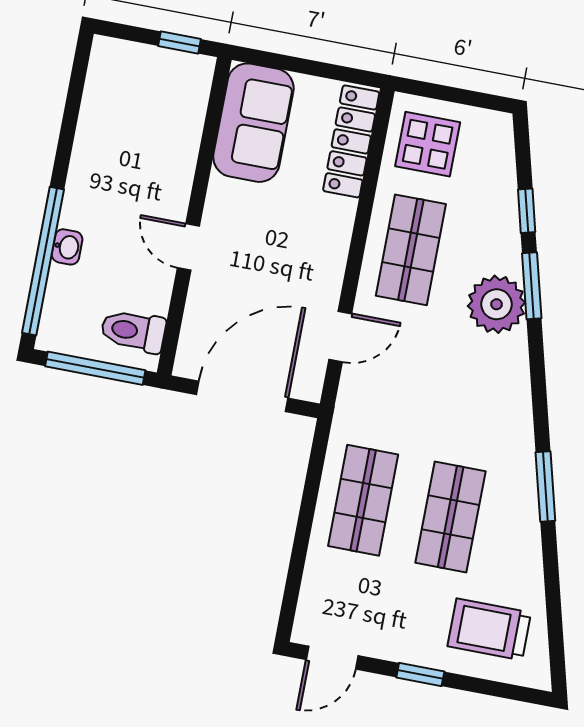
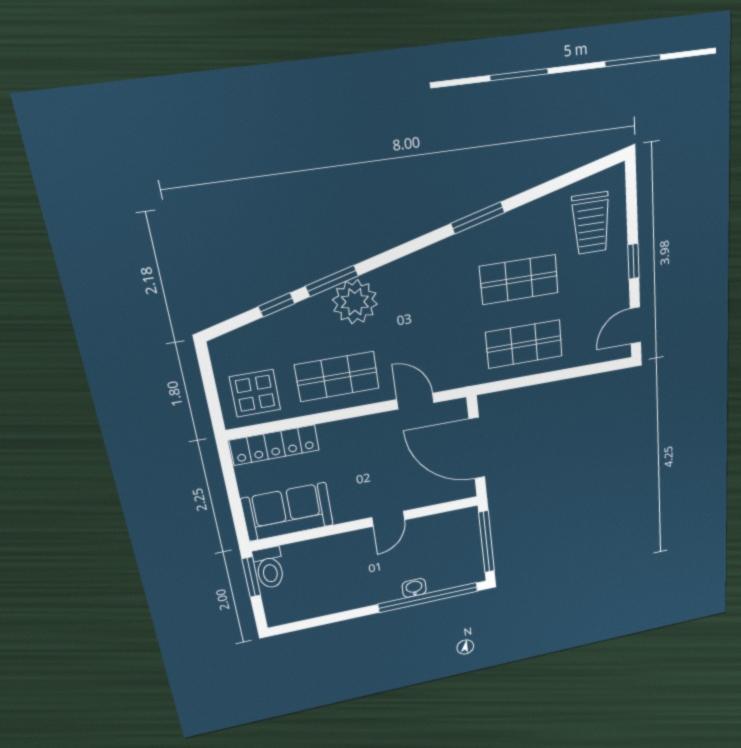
window: (180, 43) -> (251, 577), width x1.50
toilet: (133, 331) -> (269, 568), moved
door: (332, 658) -> (635, 326), swing flipped

